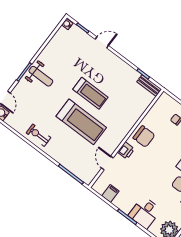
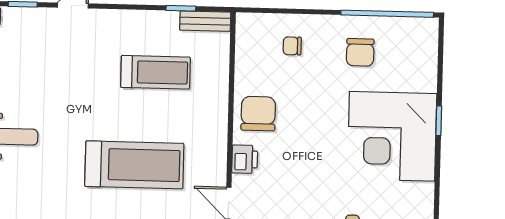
treadmill: (90, 93) -> (156, 72), moved
chair: (144, 136) -> (258, 114), turned -90

